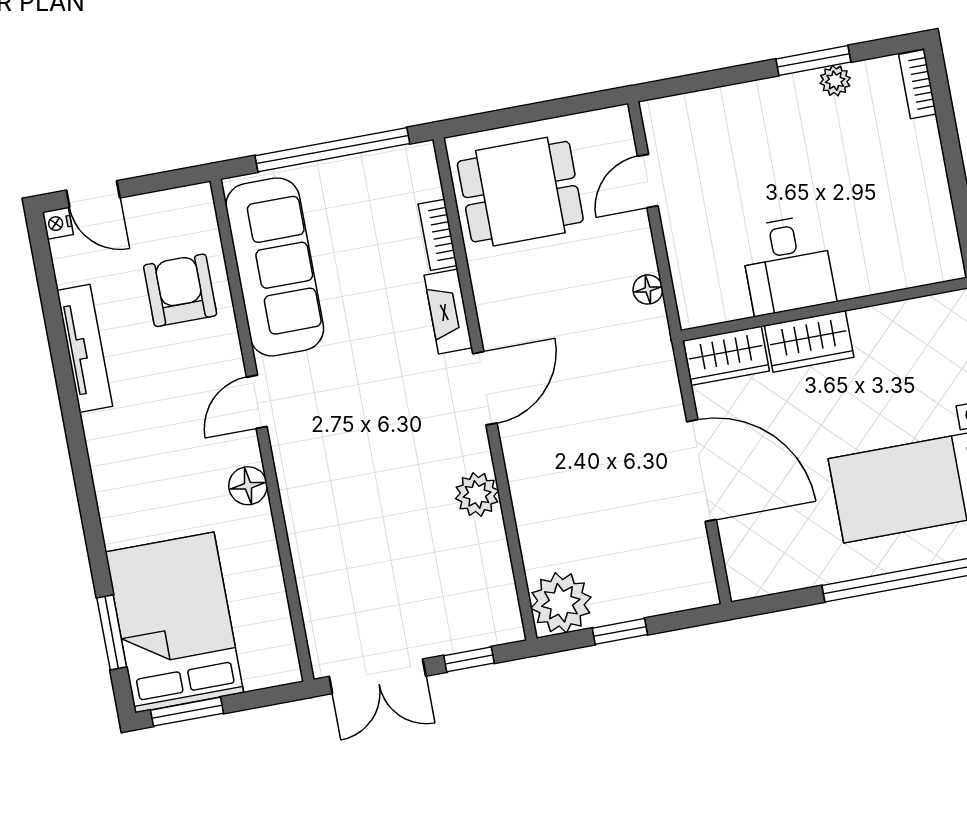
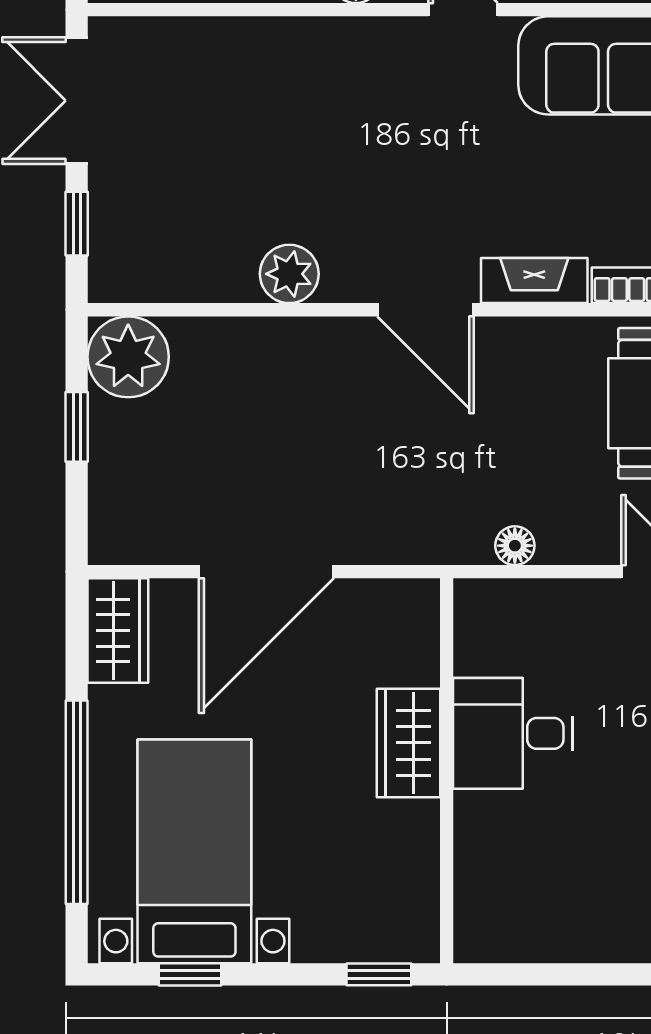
wardrobe: (726, 356) -> (118, 631), moved, turned 180

